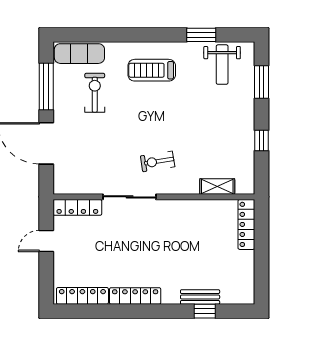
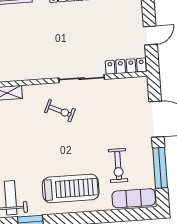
treadmill: (152, 70) -> (71, 188), width x1.37, depth x1.38
exercise bike: (158, 161) -> (60, 111), turned 34

